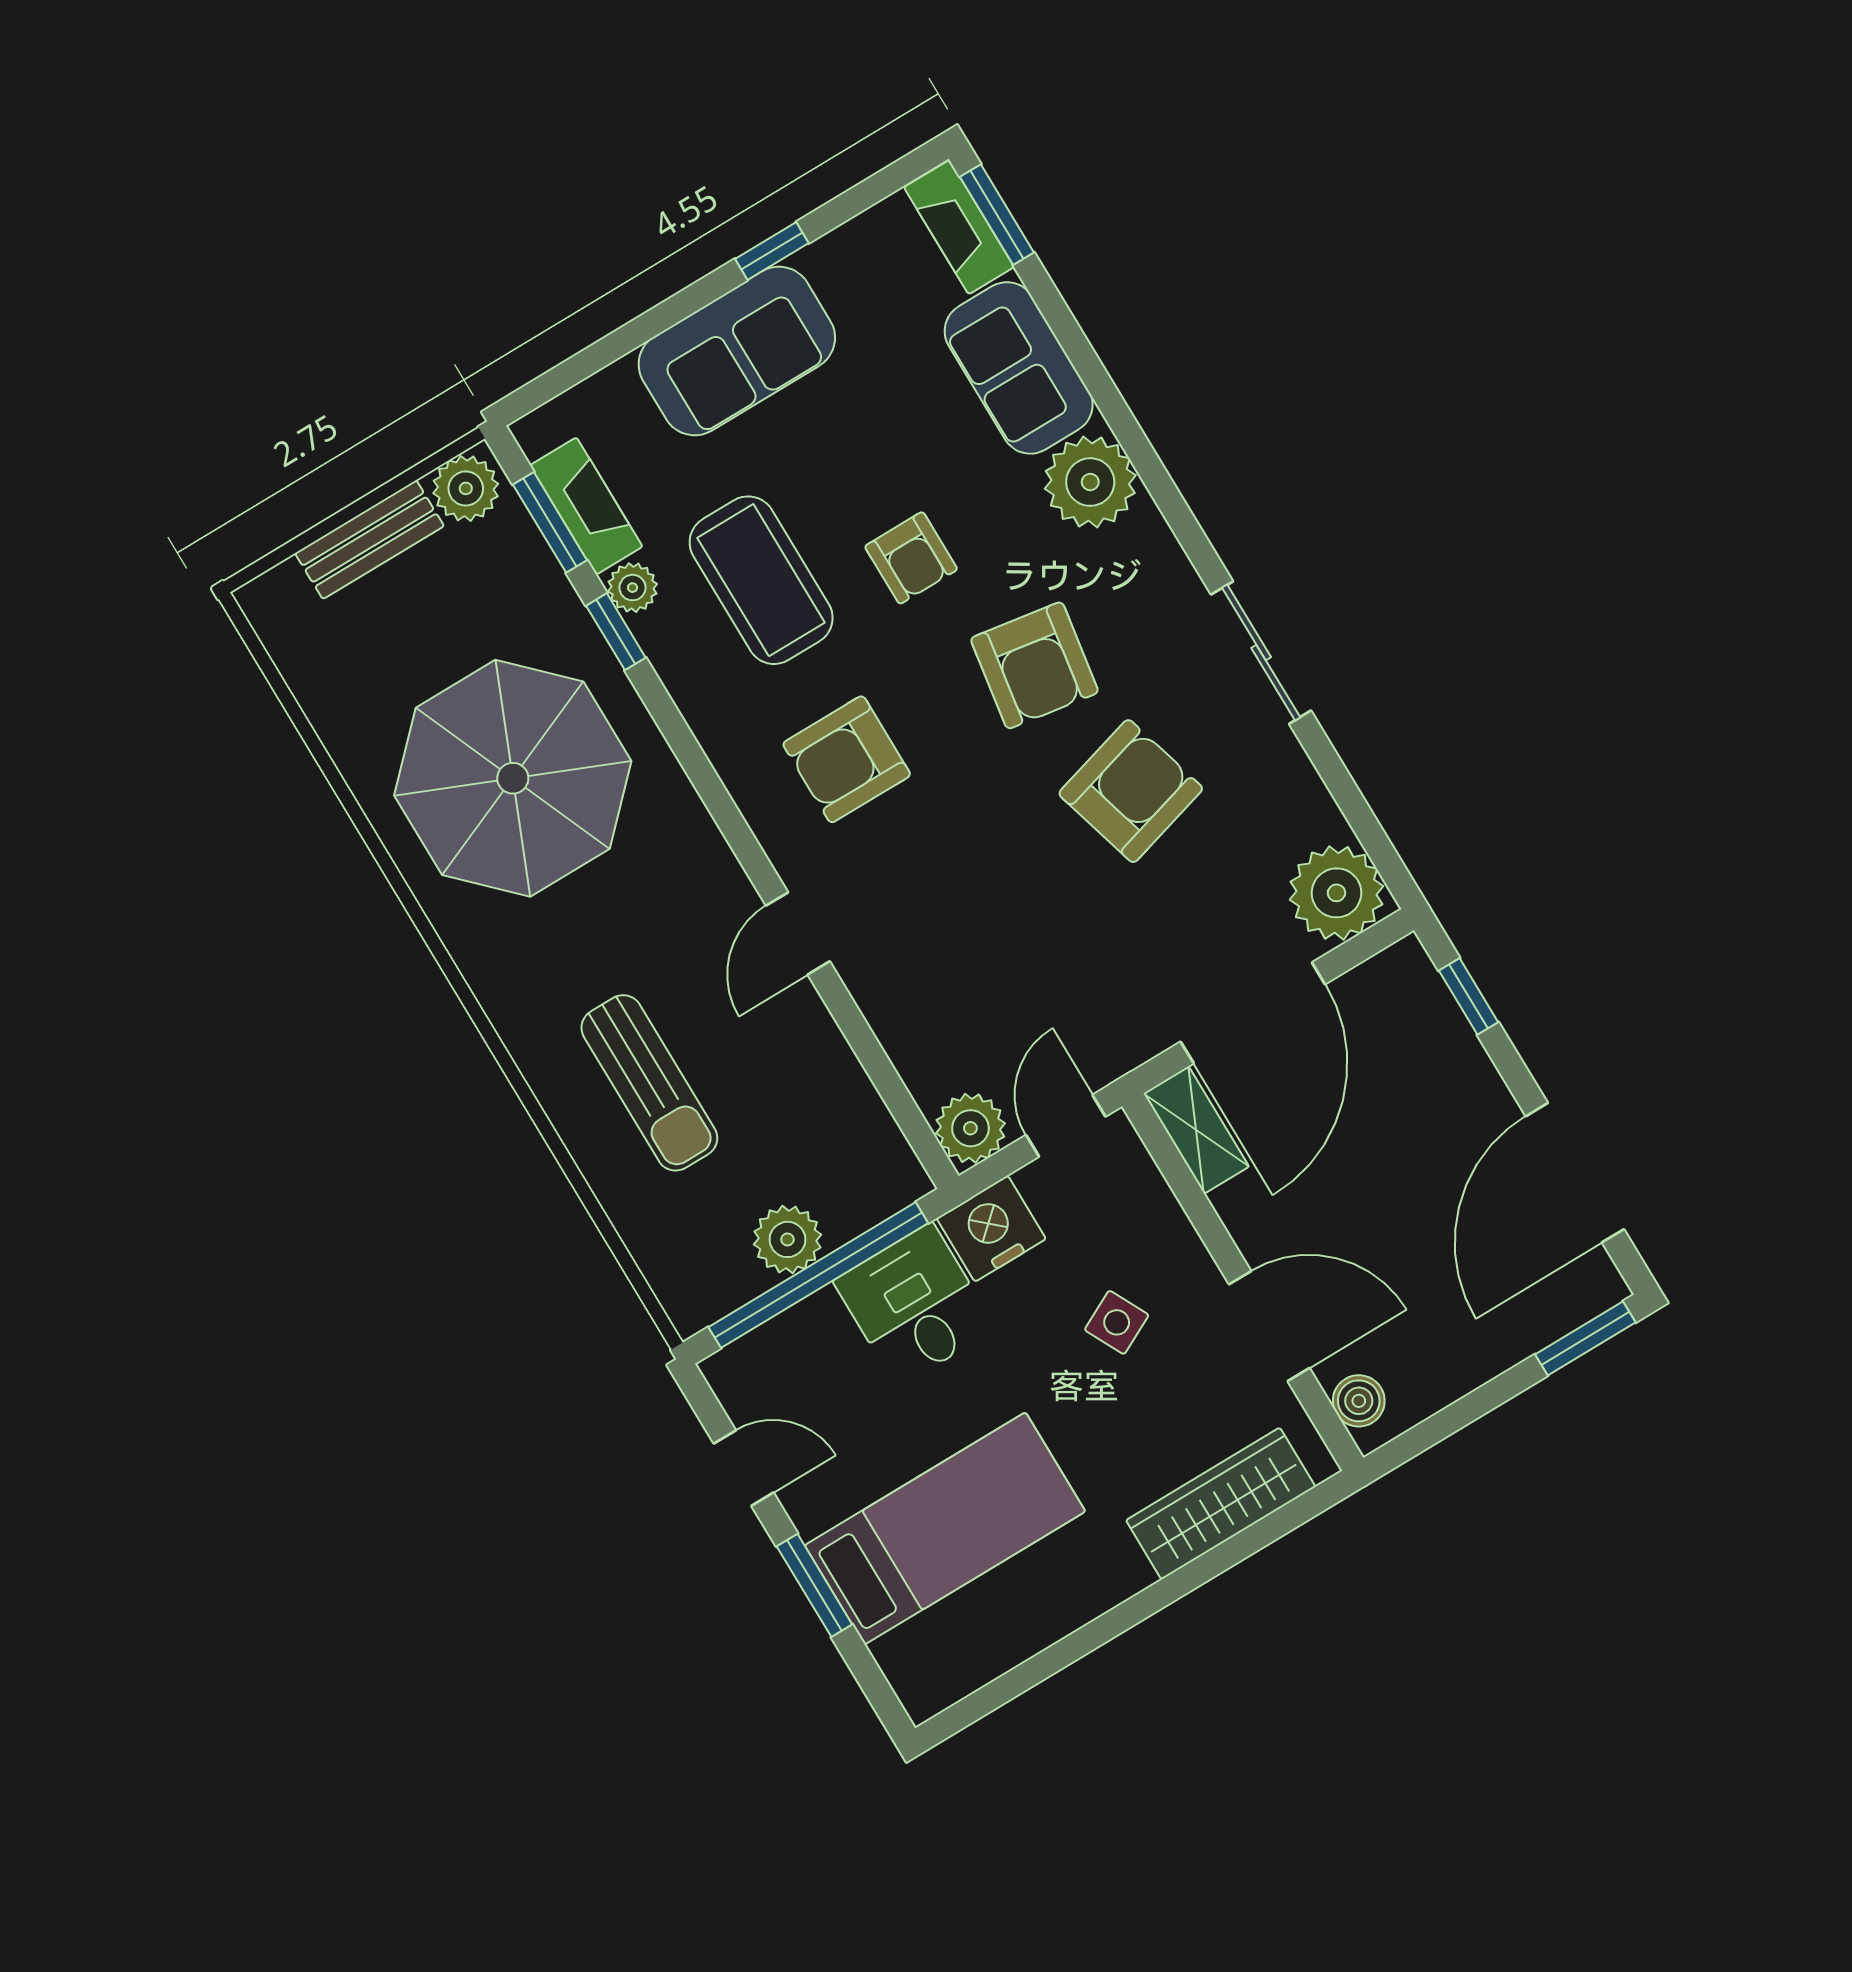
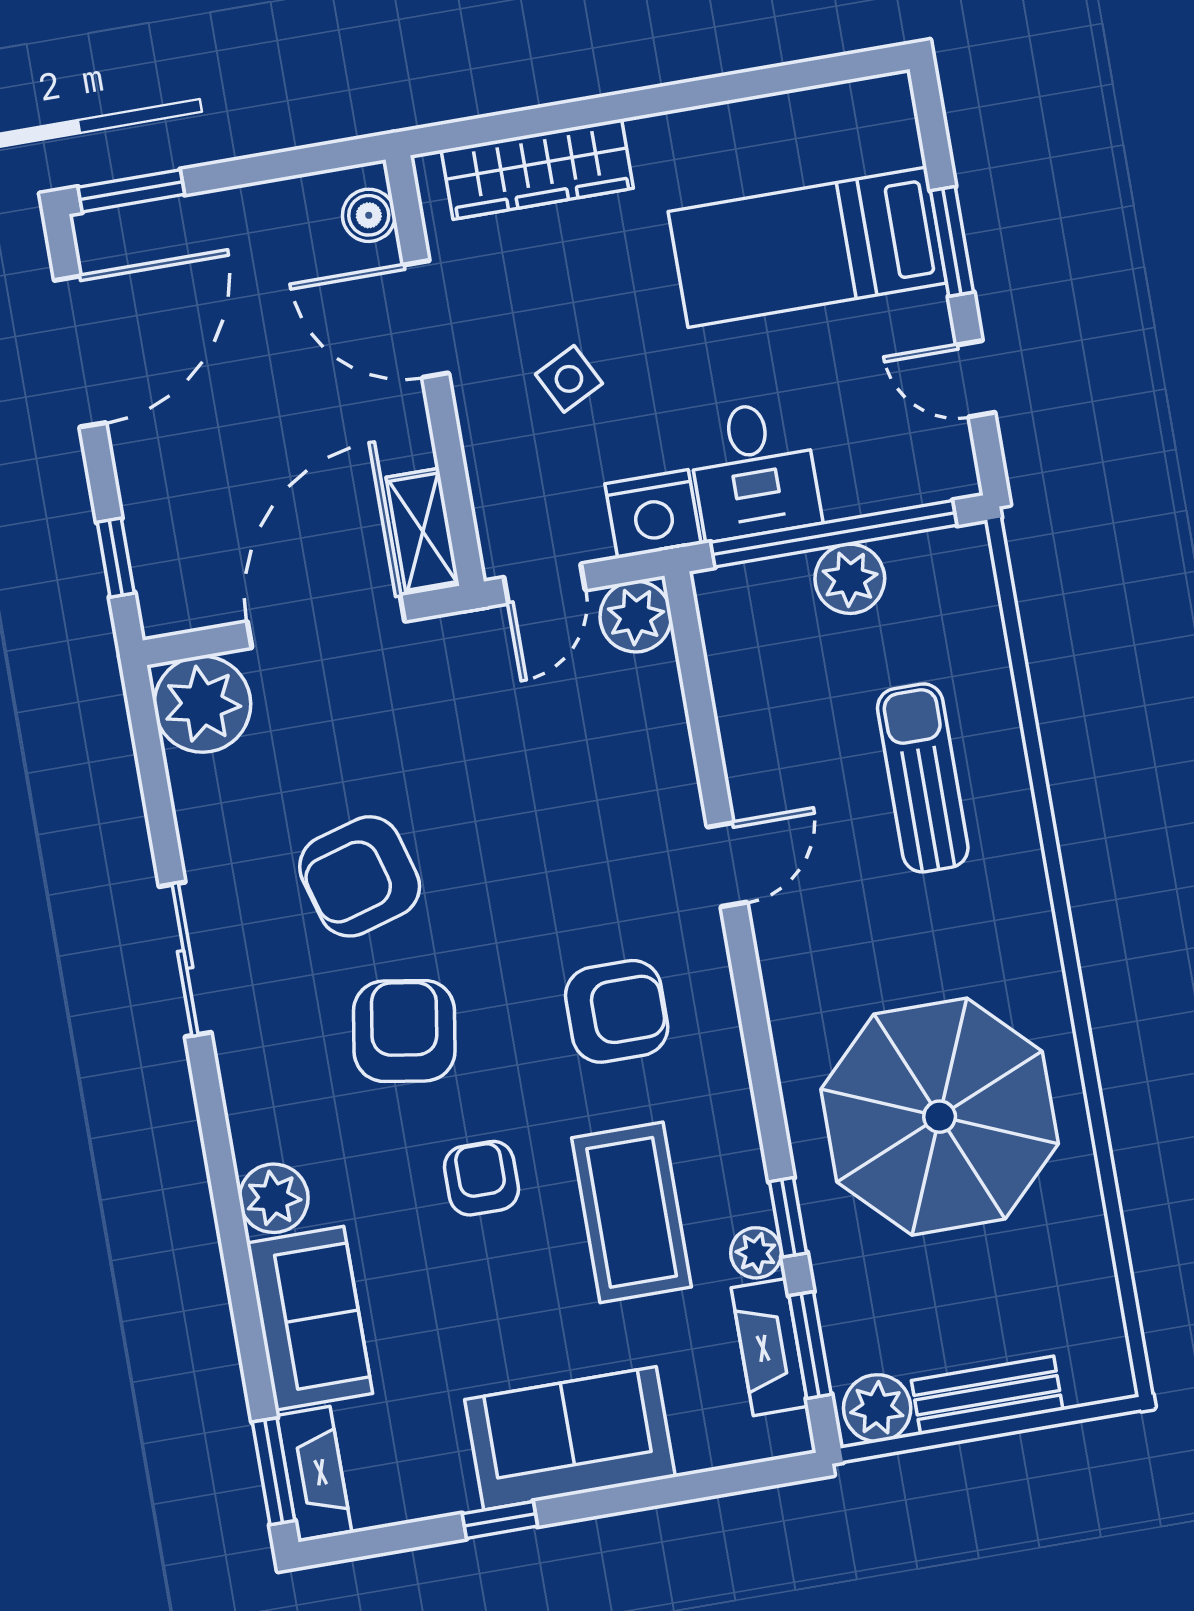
plant: (1090, 482) -> (274, 1198), width x0.73, depth x0.73

